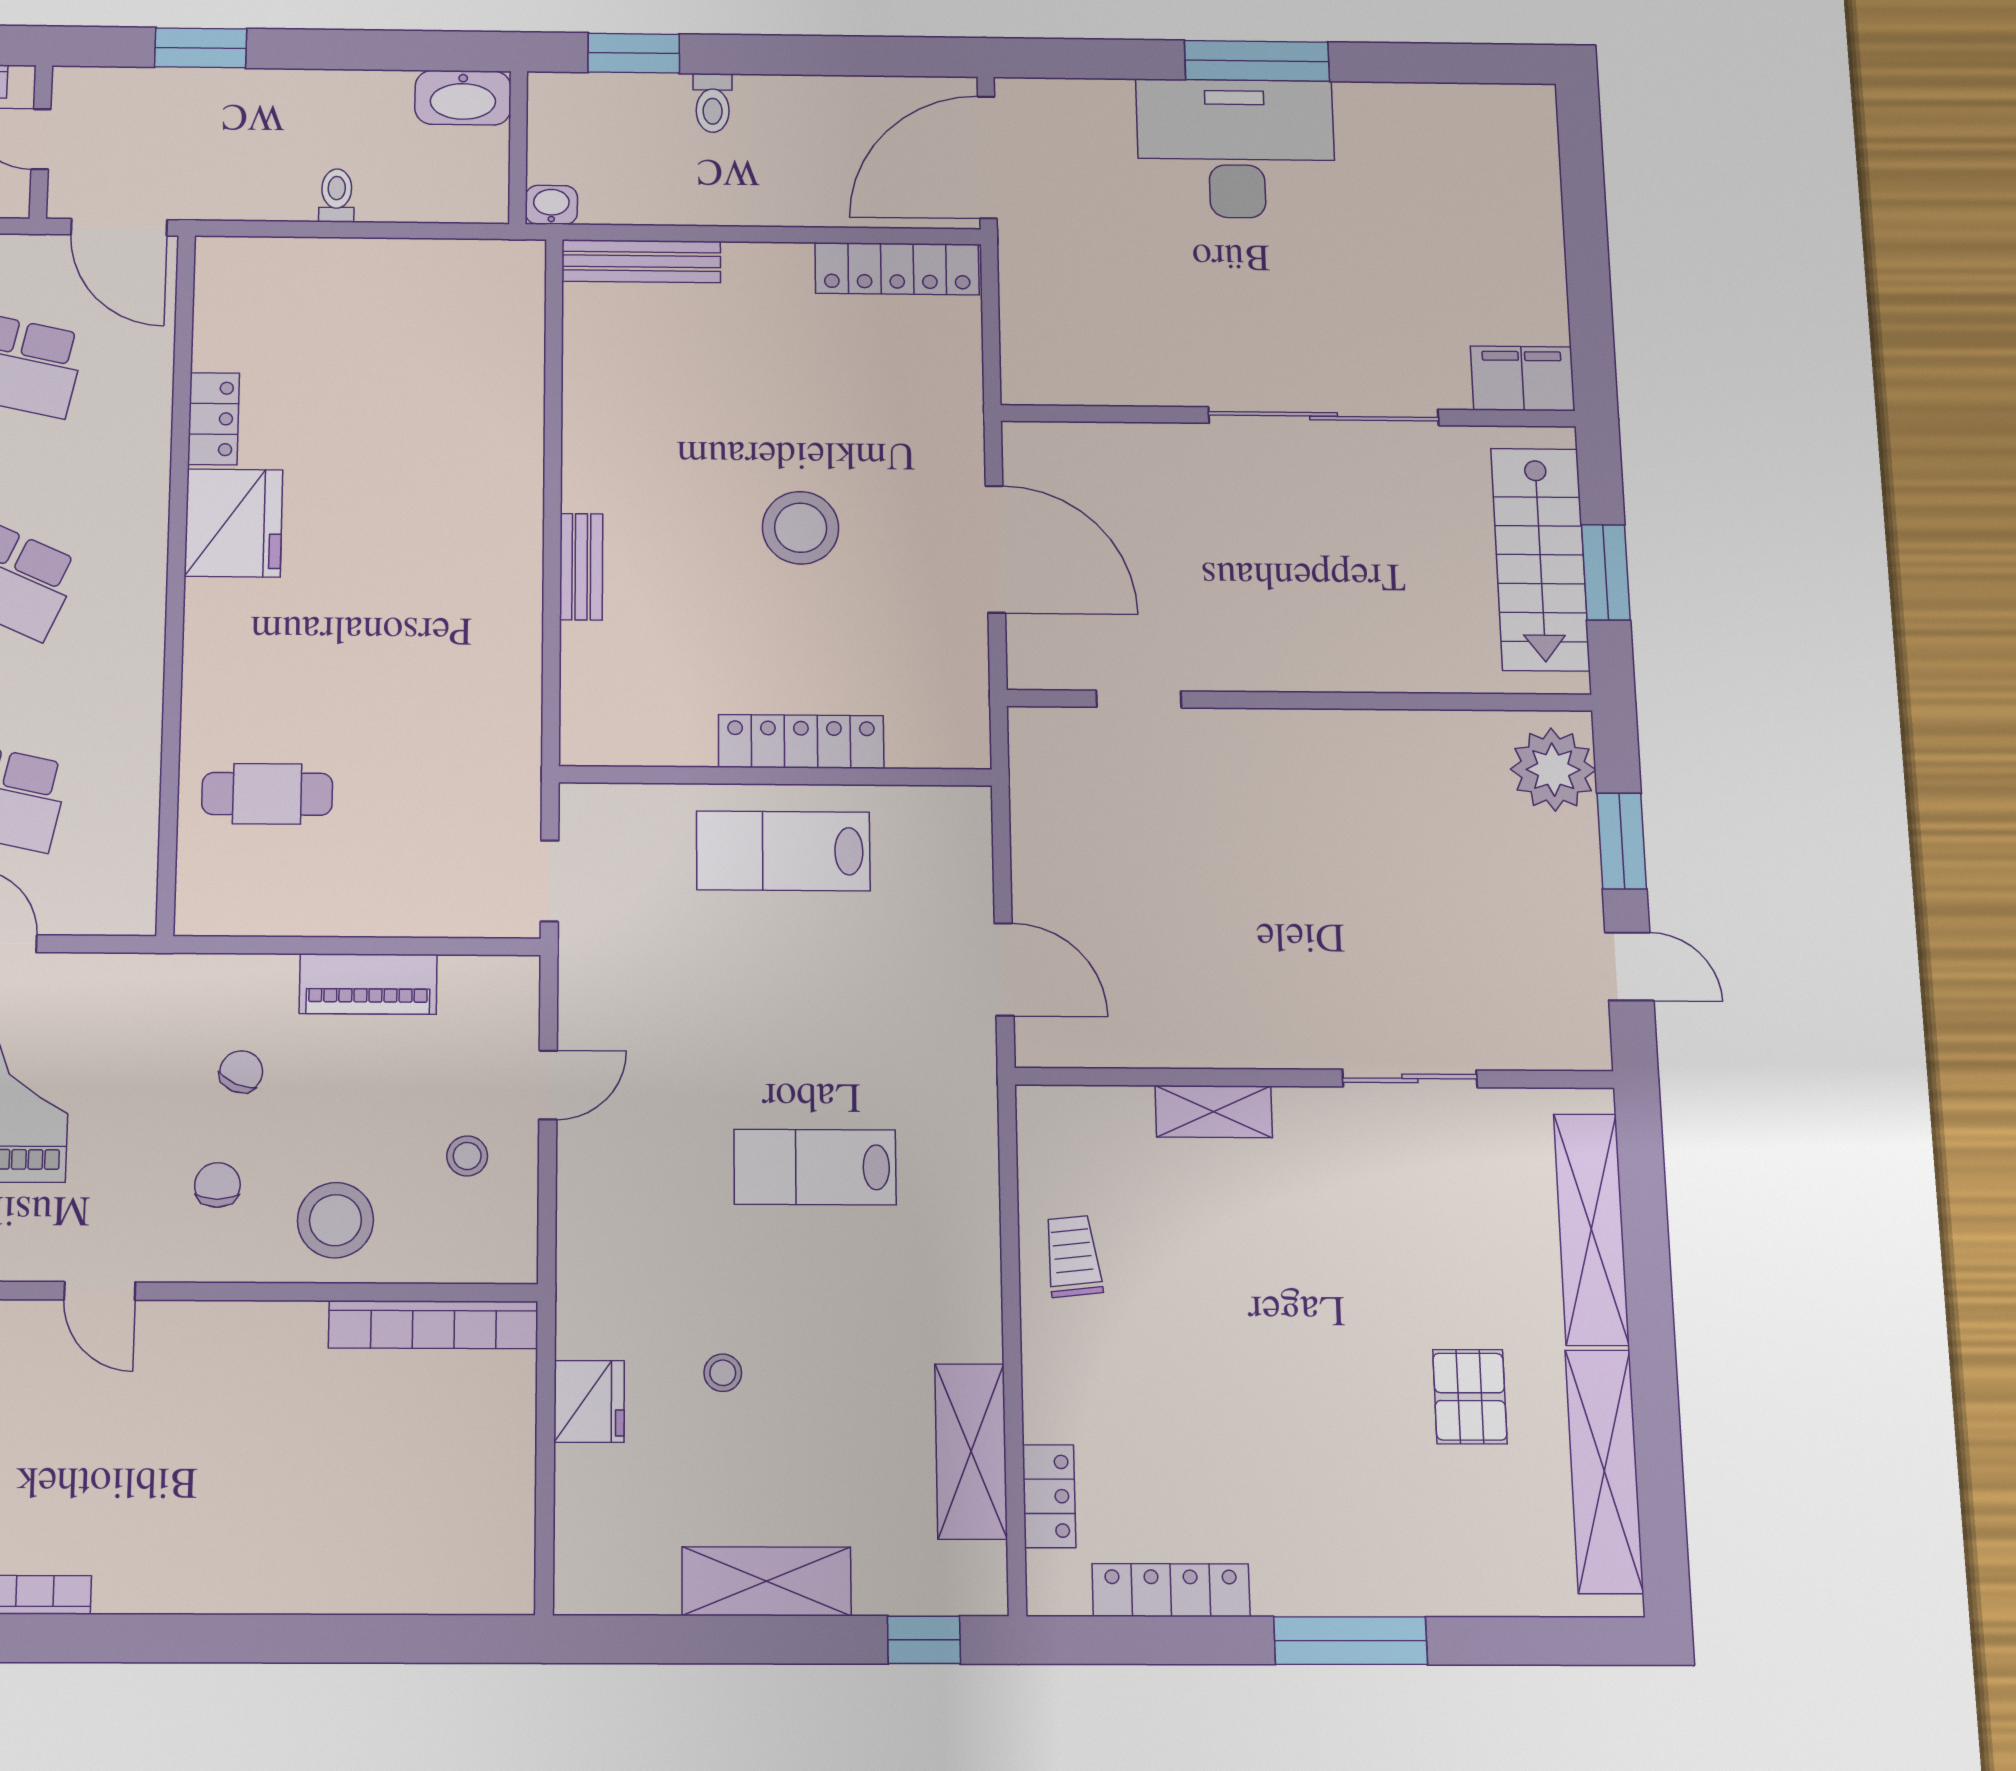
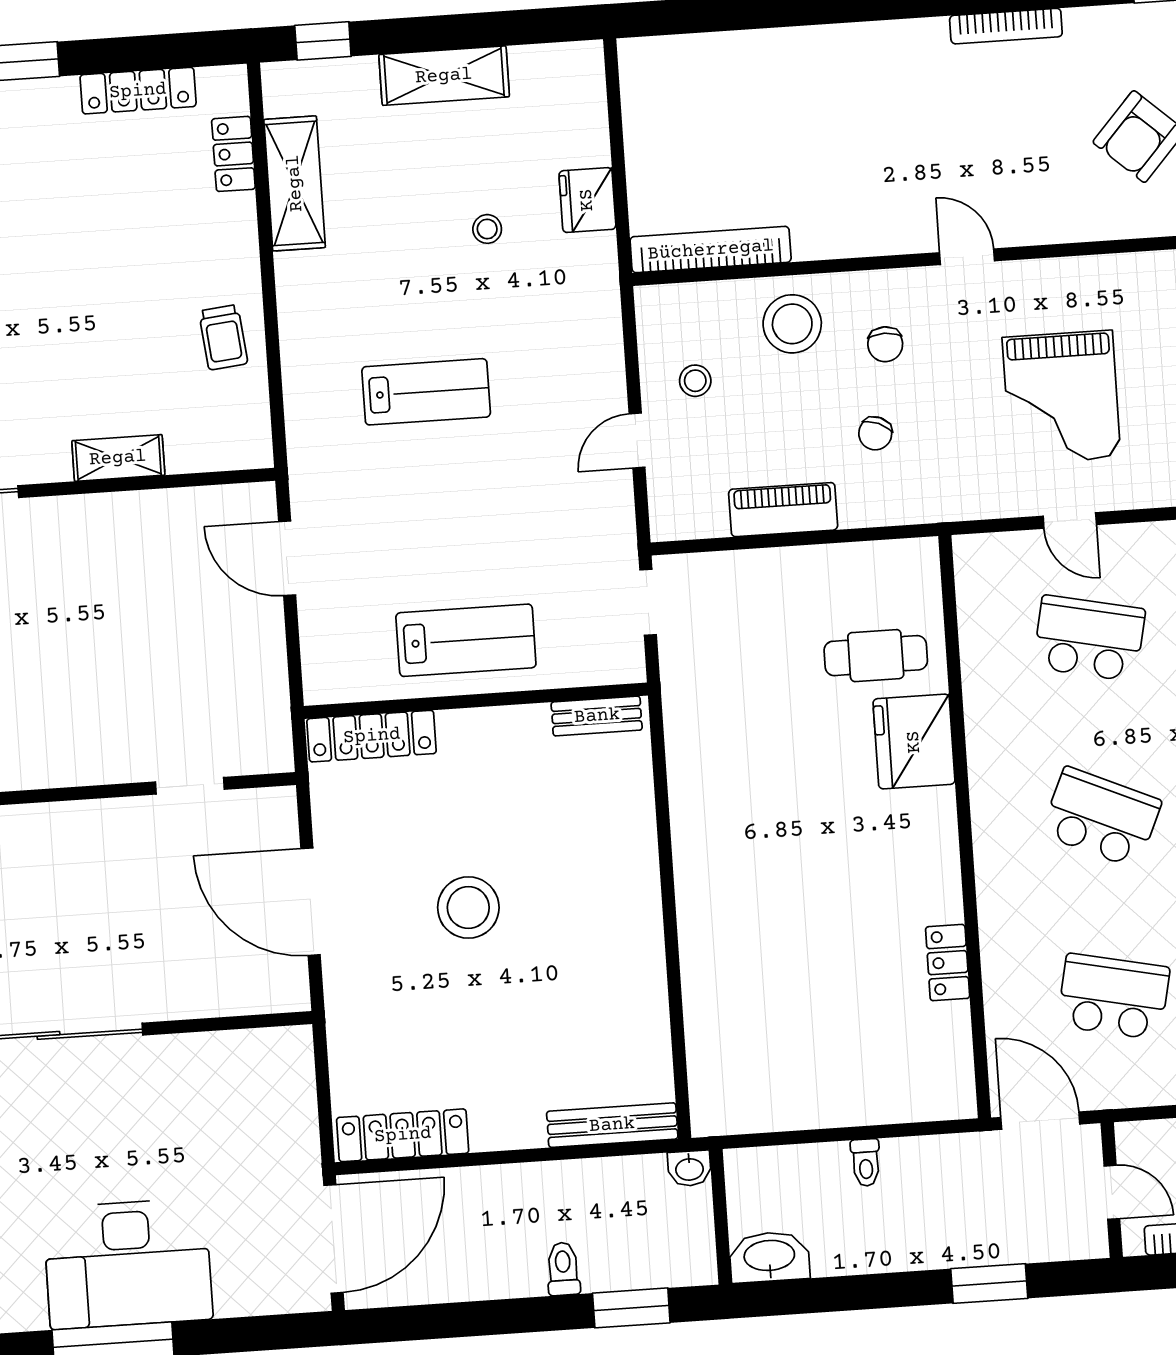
fridge: (234, 523) -> (914, 742), moved
bench: (581, 567) -> (597, 716), moved, turned 90
locker: (801, 741) -> (372, 736), moved

